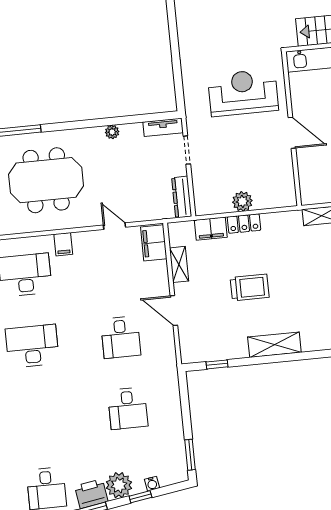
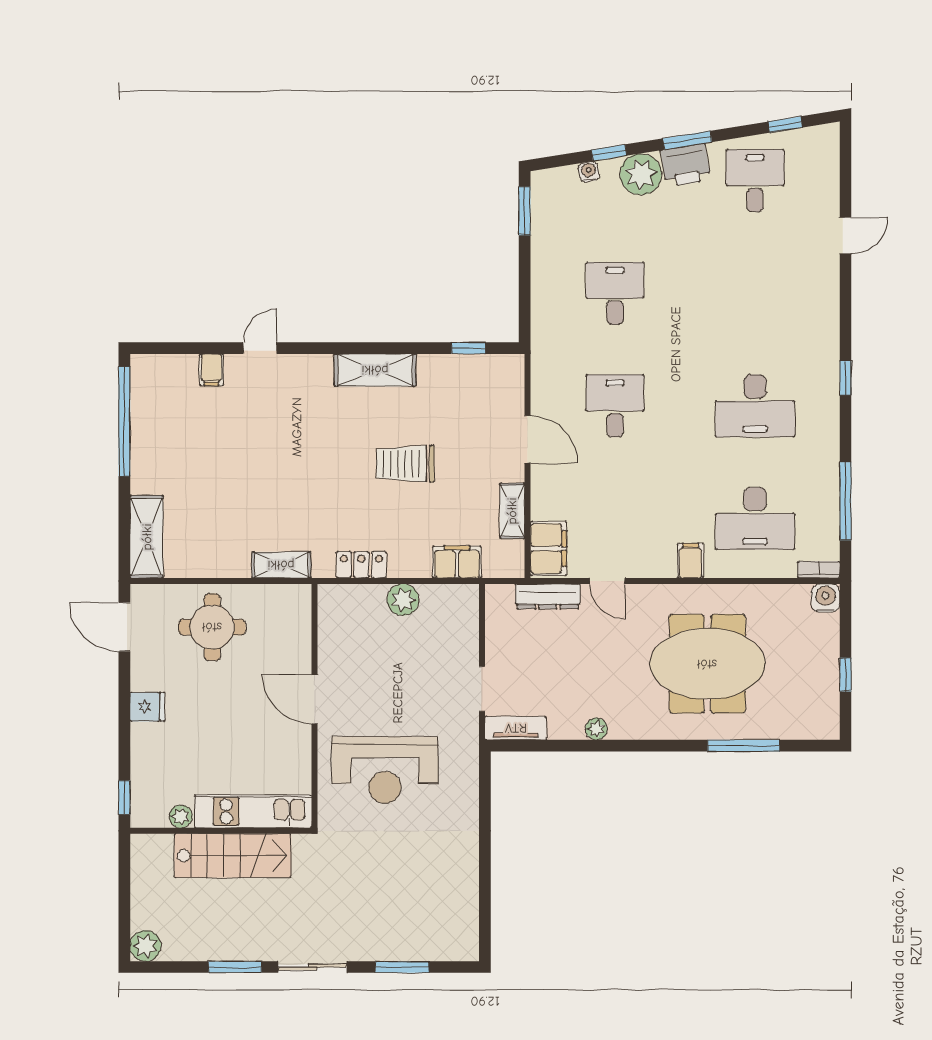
dresser: (182, 197) -> (548, 596), moved, turned 90
locker: (244, 224) -> (361, 565), moved

